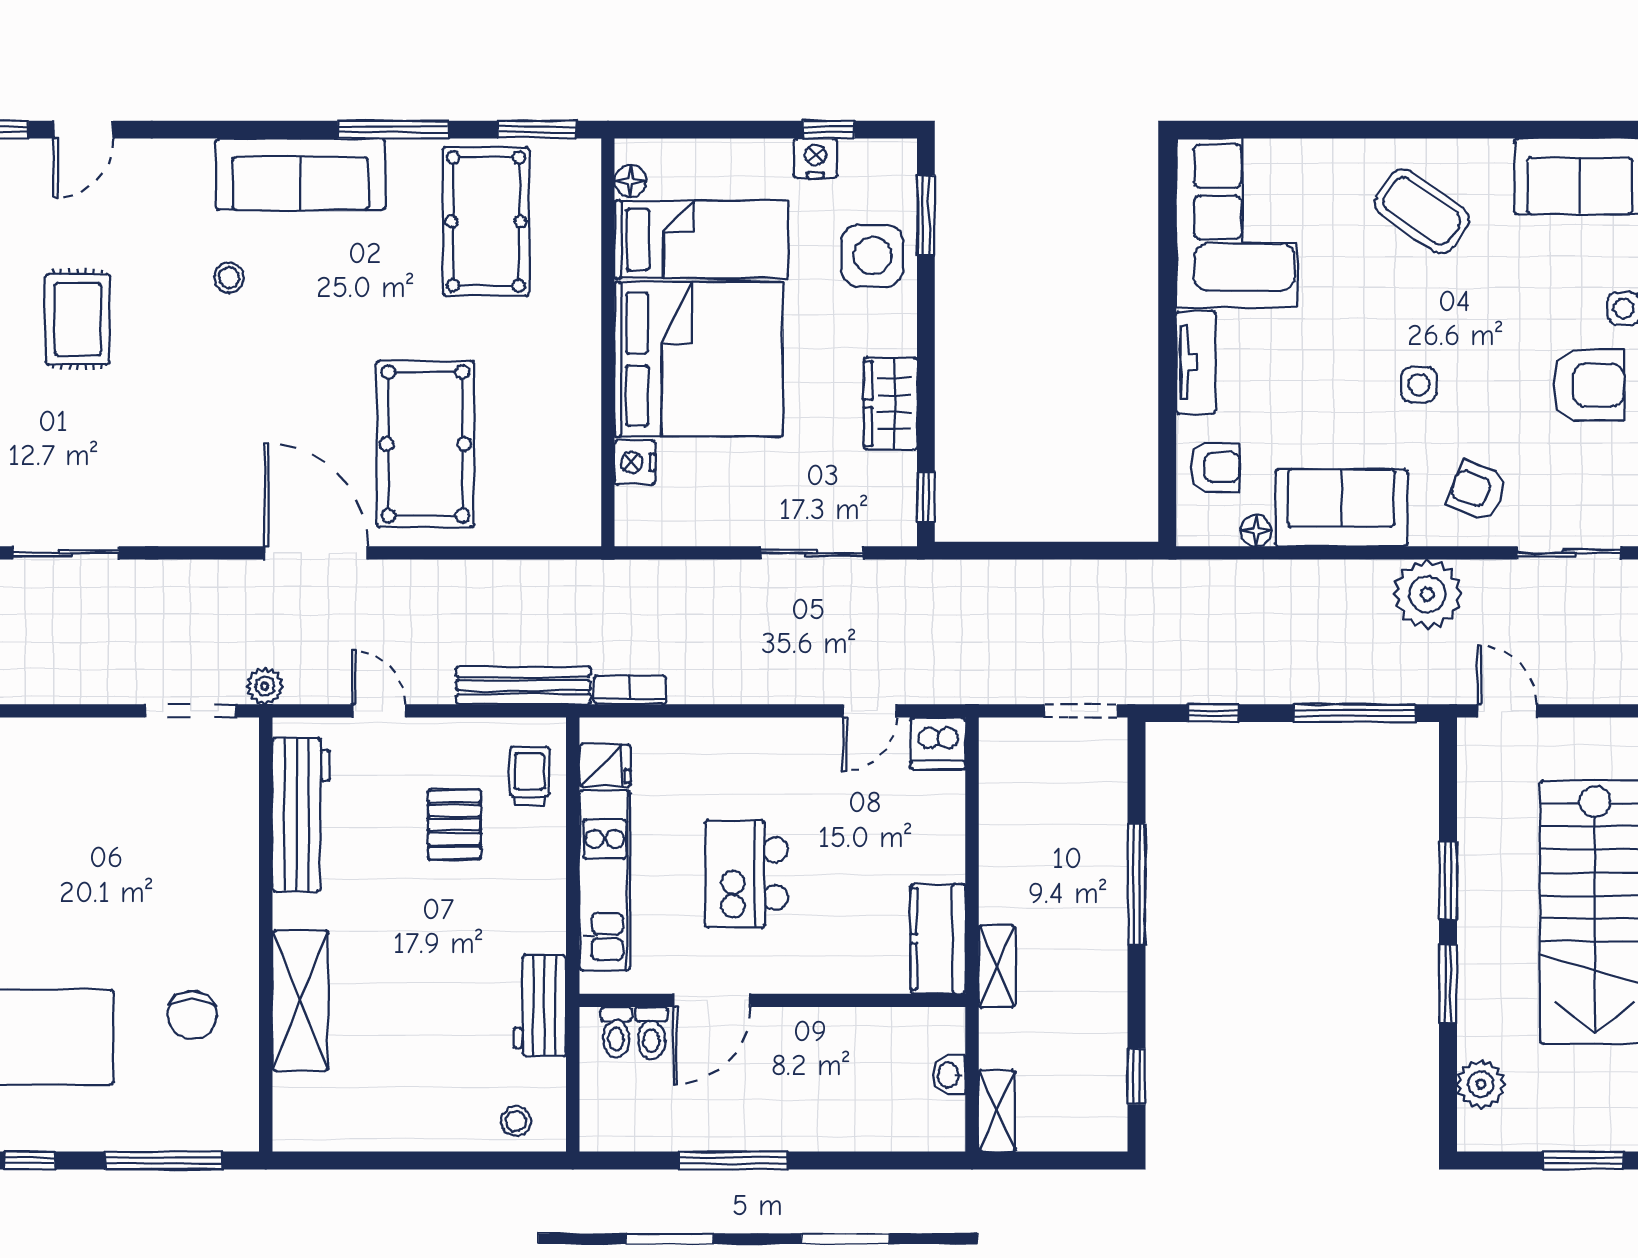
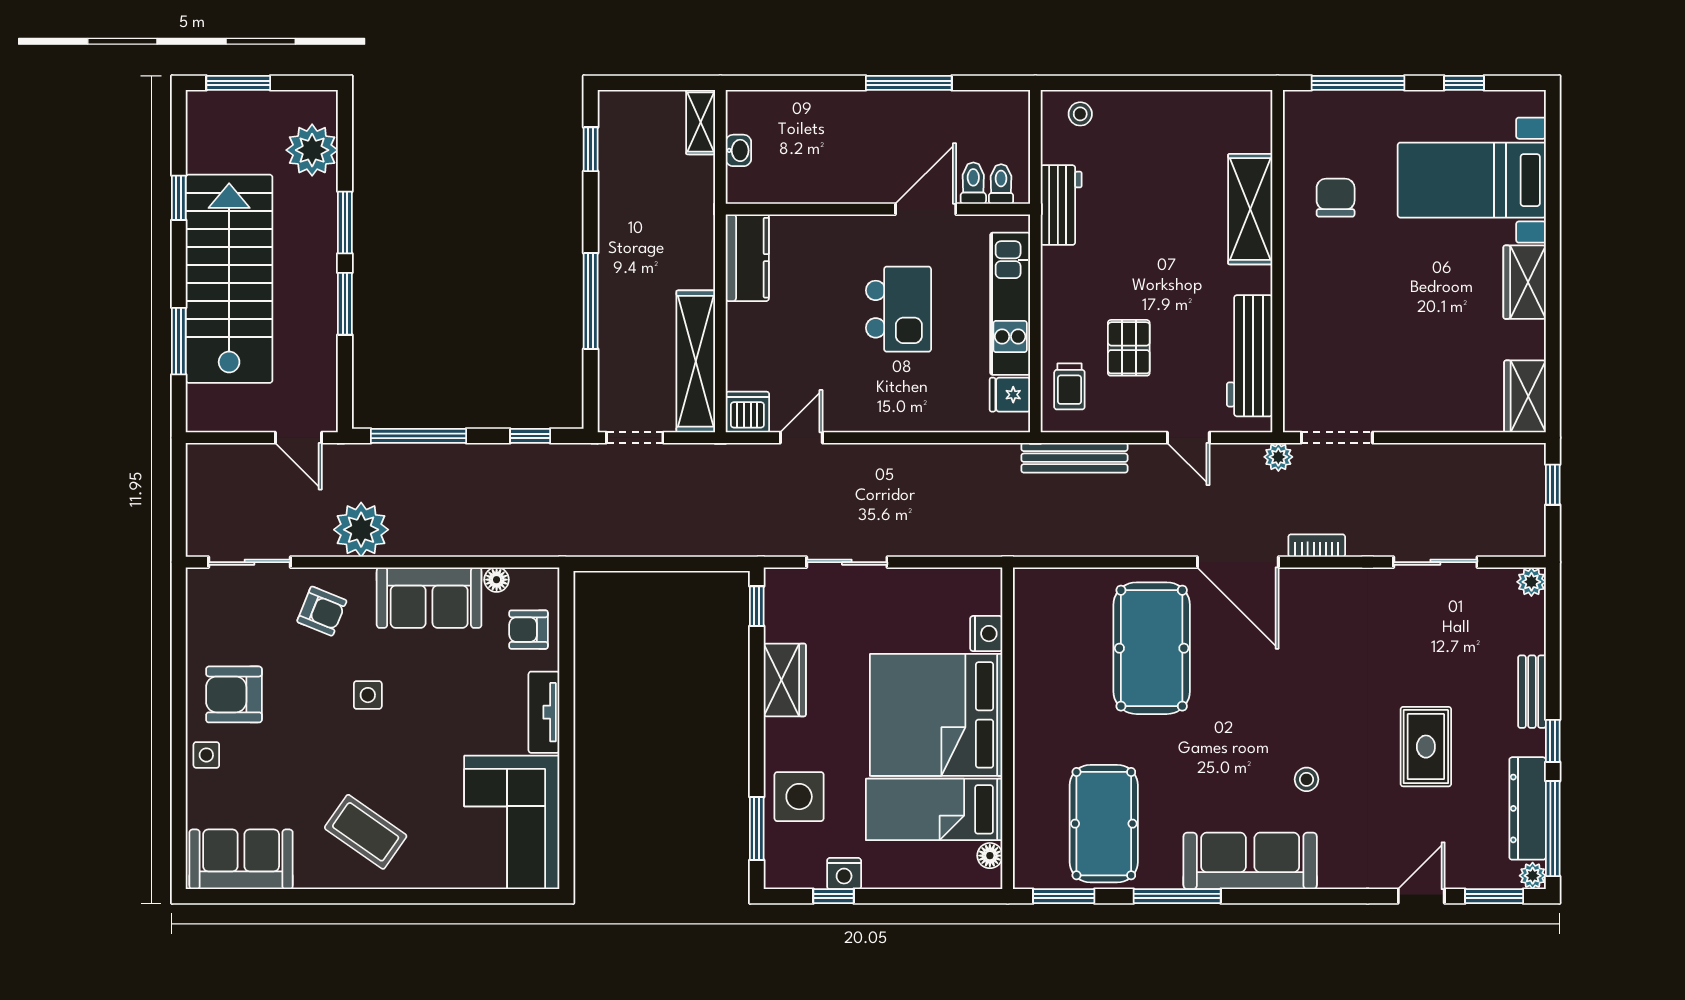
bookcase: (630, 690) -> (1317, 546), moved, turned 180
shelving: (997, 966) -> (696, 361), moved, width x2.20, depth x1.33
plant: (1481, 1084) -> (312, 150), width x1.36, depth x1.36

